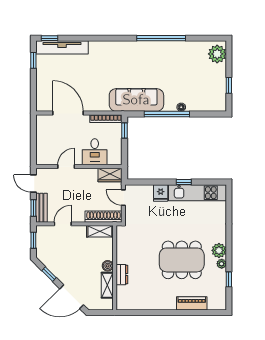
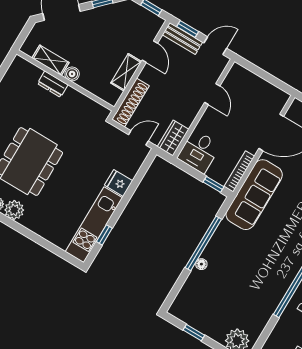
sofa: (136, 100) -> (254, 195), moved
desk: (95, 152) -> (199, 152), moved, turned -90
window: (184, 182) -> (104, 235), moved
shelving: (100, 231) -> (126, 72), moved

